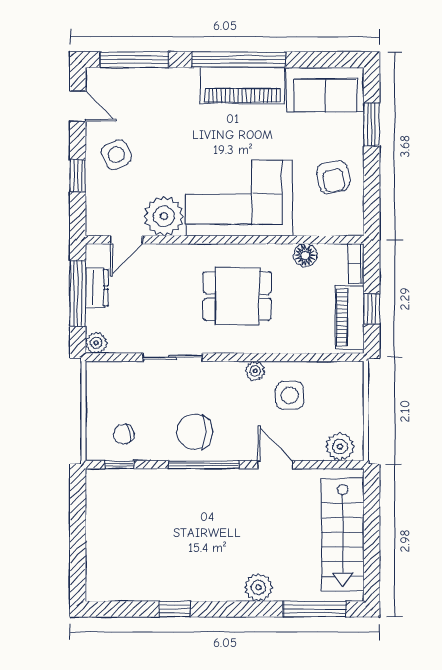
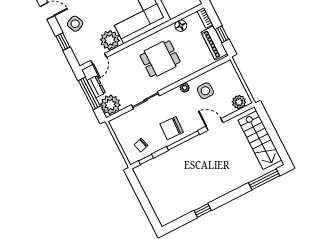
plant: (96, 343) -> (110, 105), width x1.87, depth x1.87
plant: (258, 587) -> (235, 182), removed

